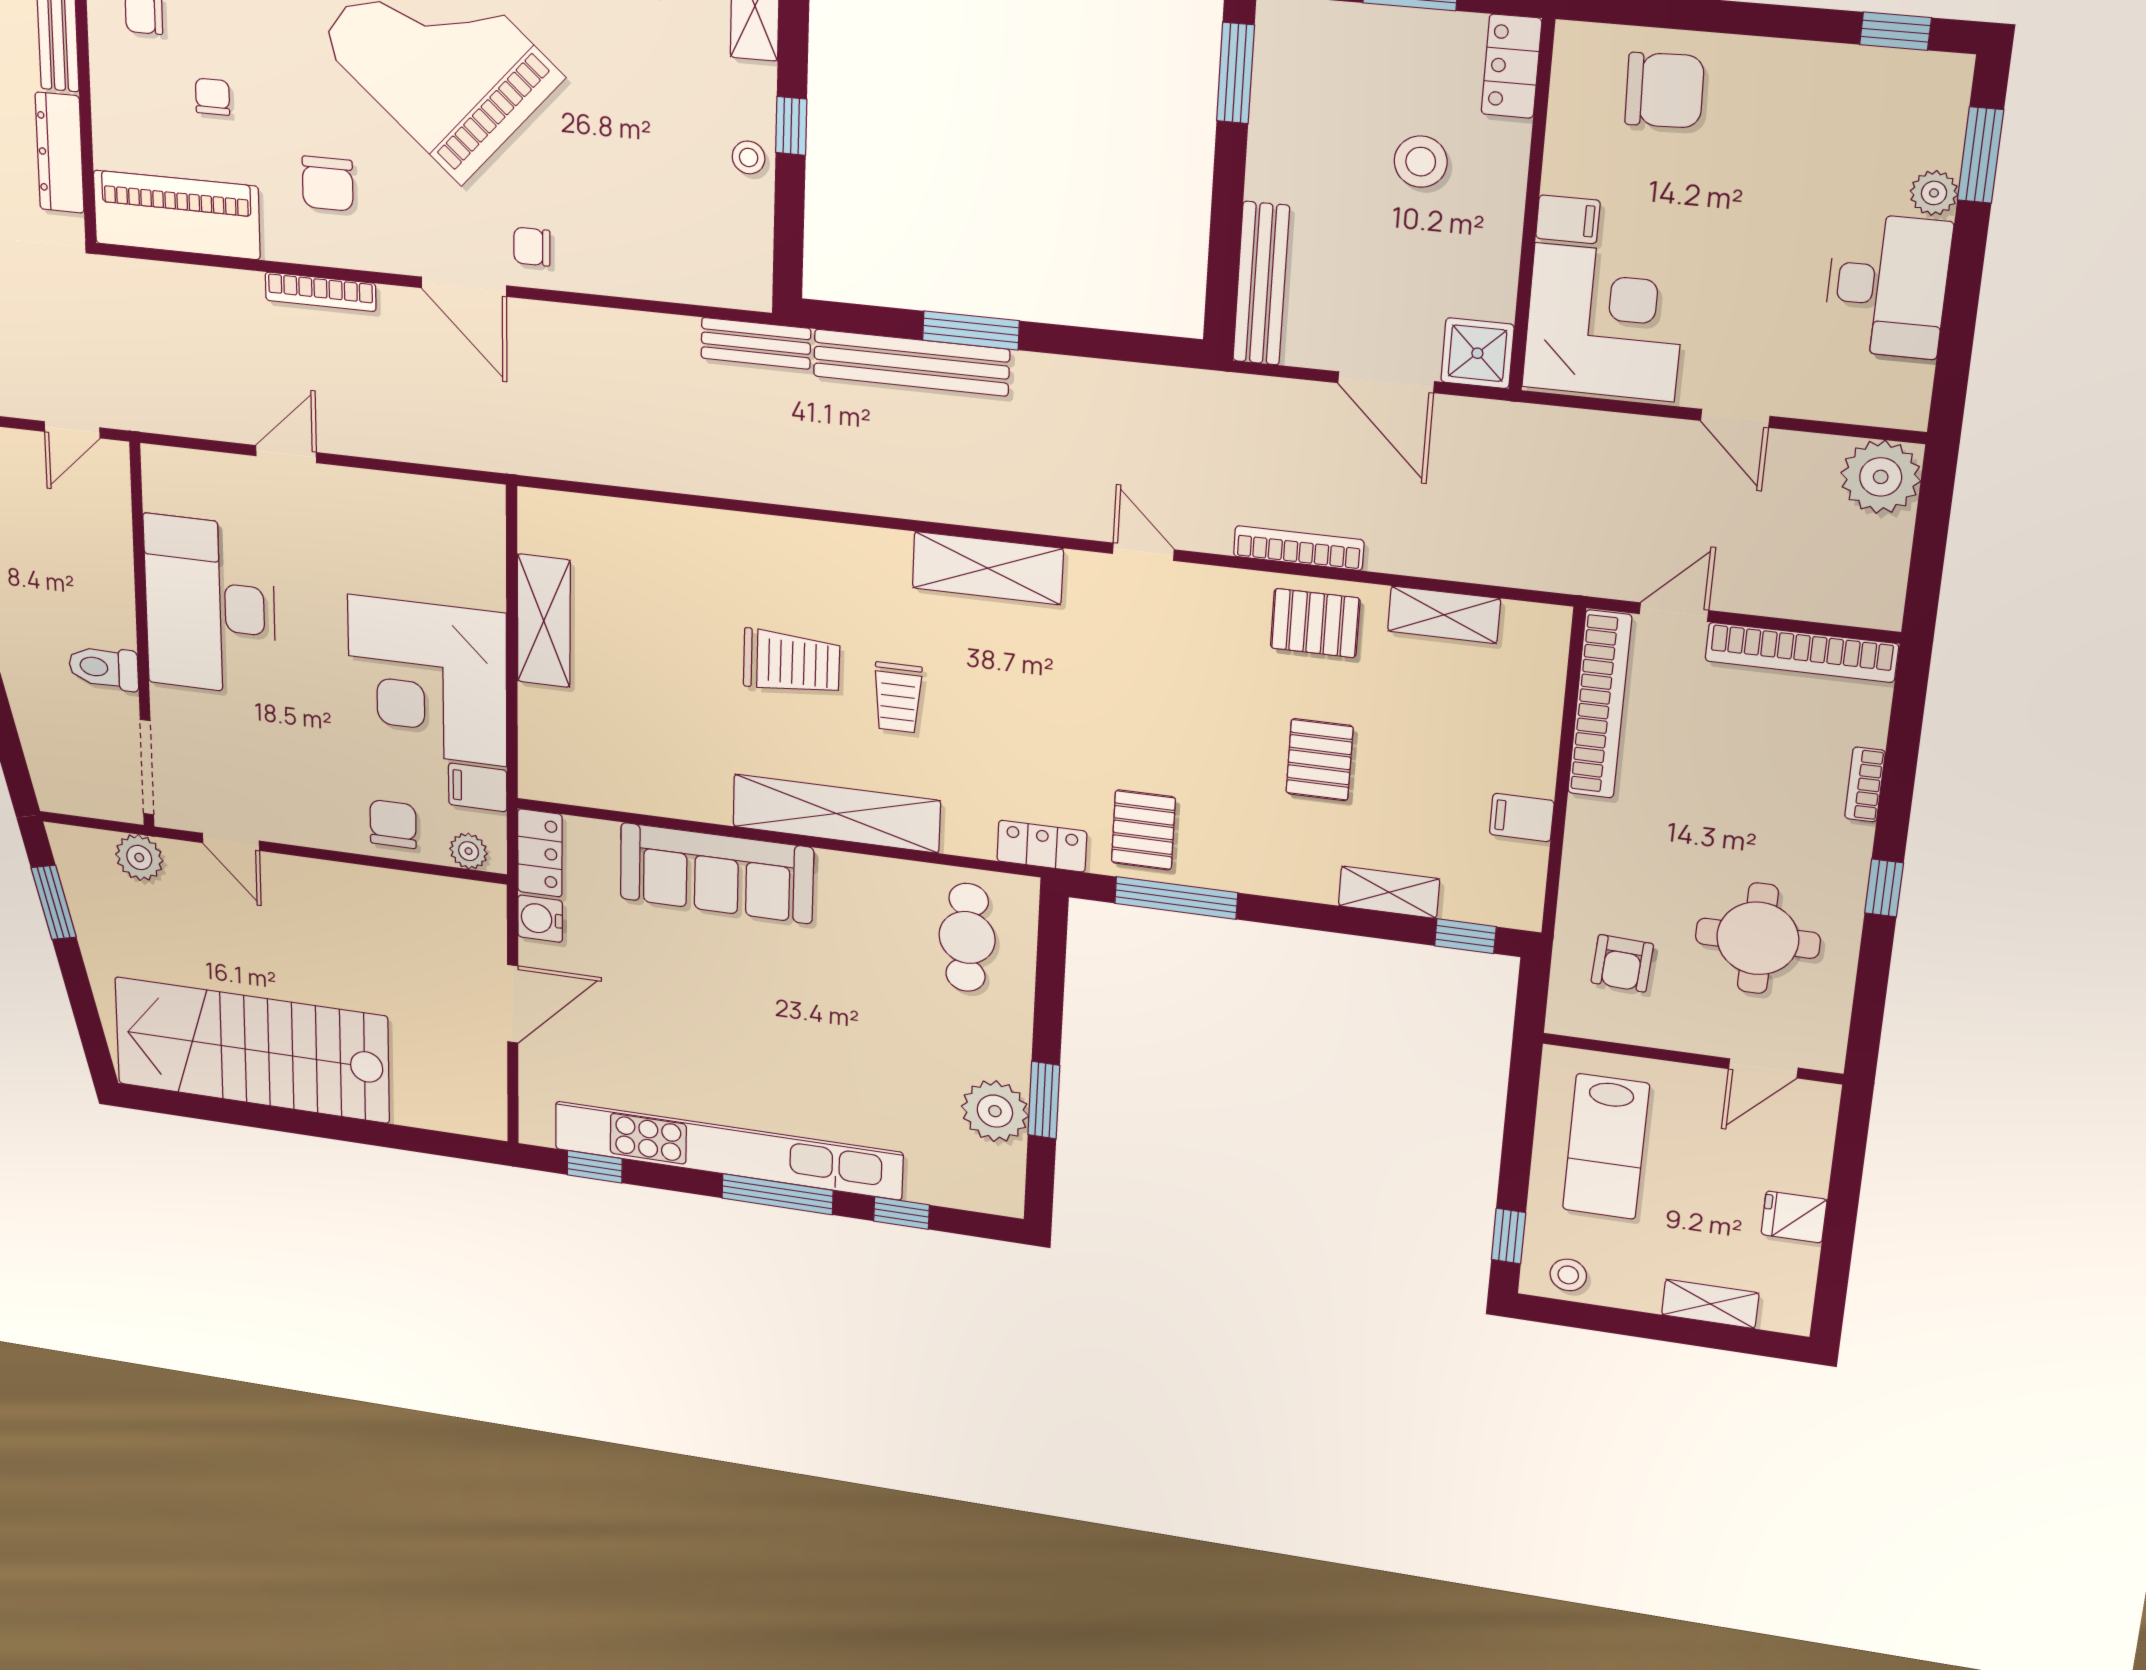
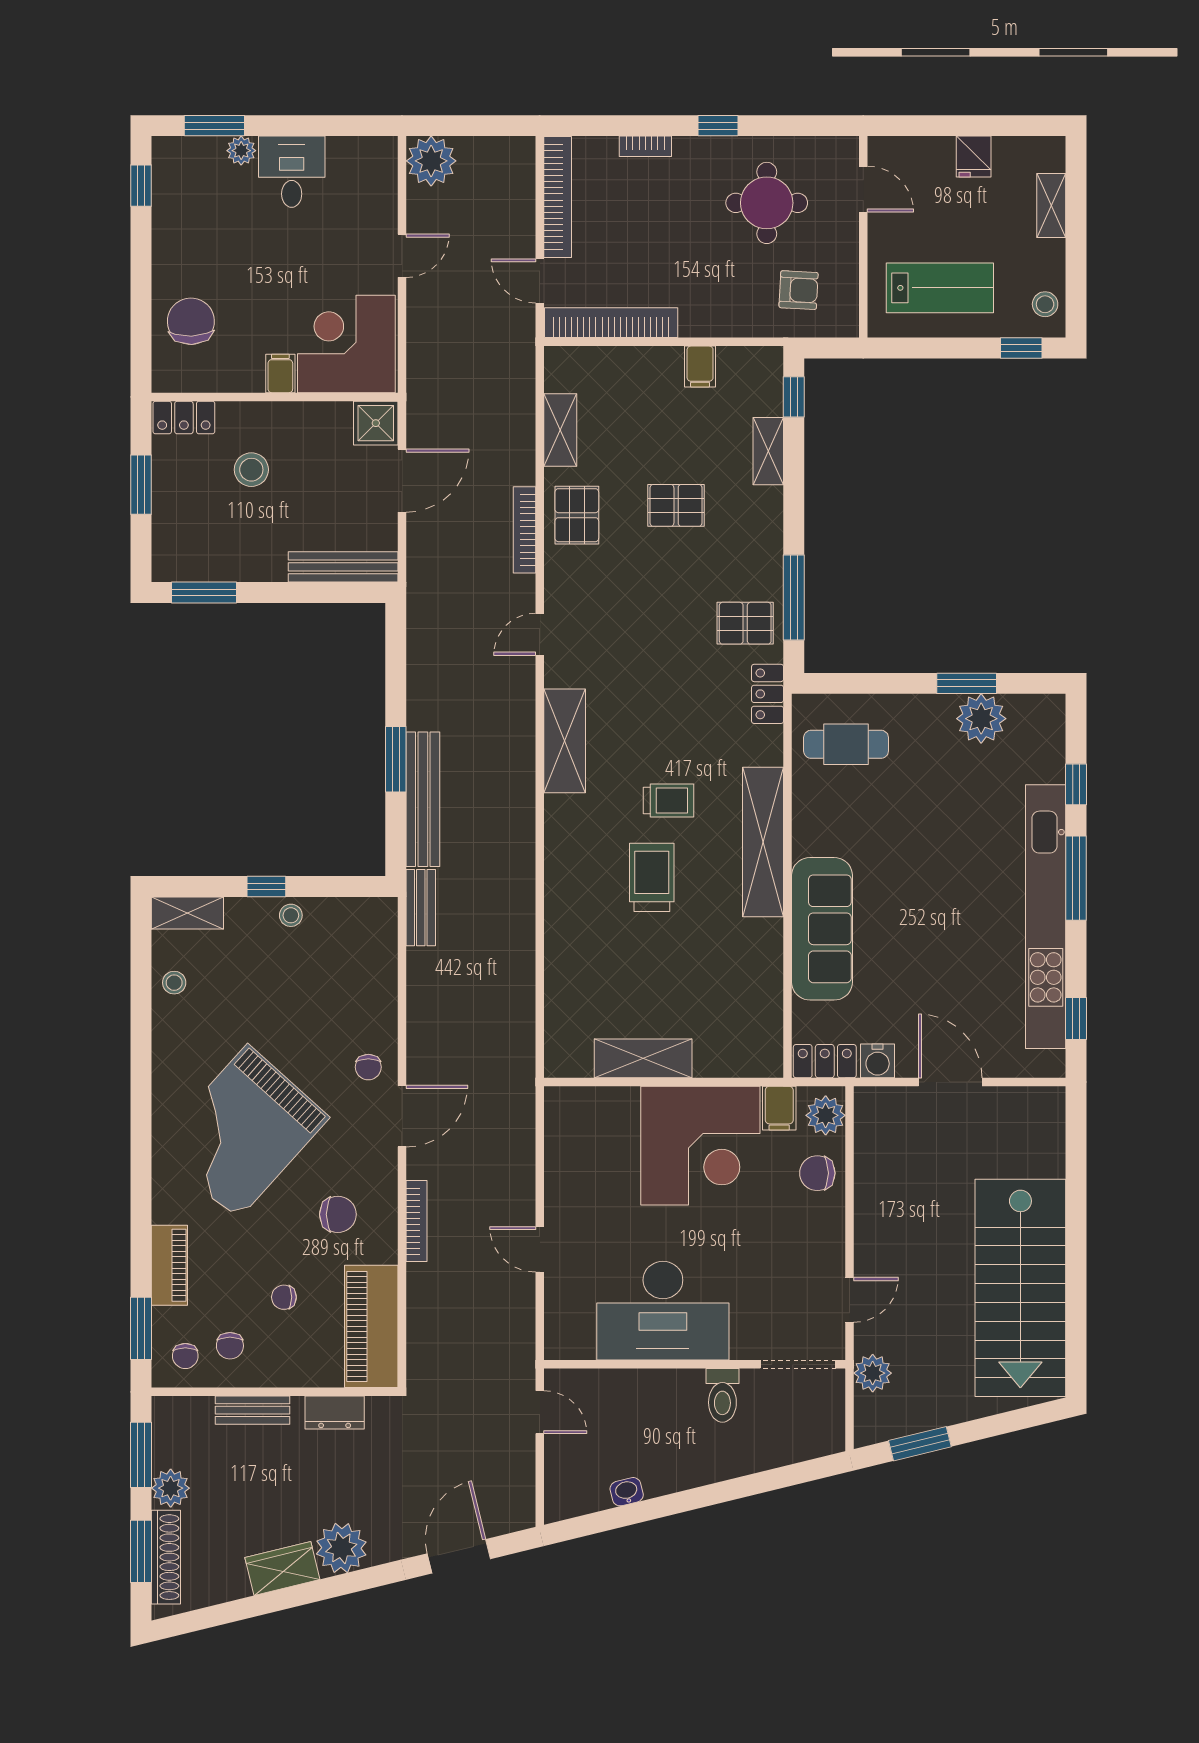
dresser: (60, 153) -> (335, 1413), width x0.70
desk: (1887, 286) -> (292, 172), width x0.73
plant: (469, 851) -> (826, 1115), width x1.38, depth x1.38

